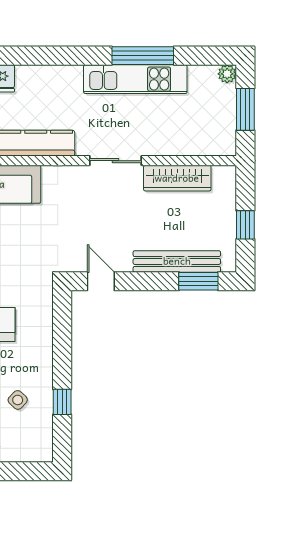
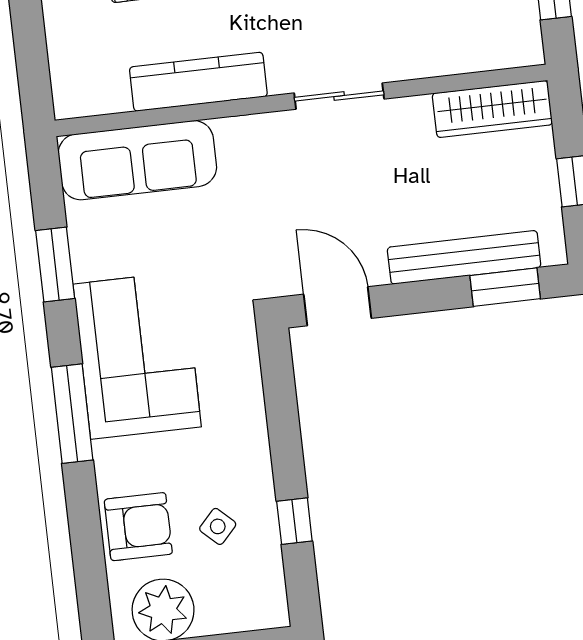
wardrobe: (177, 178) -> (492, 109), moved
door: (101, 281) -> (337, 306), width x1.38

